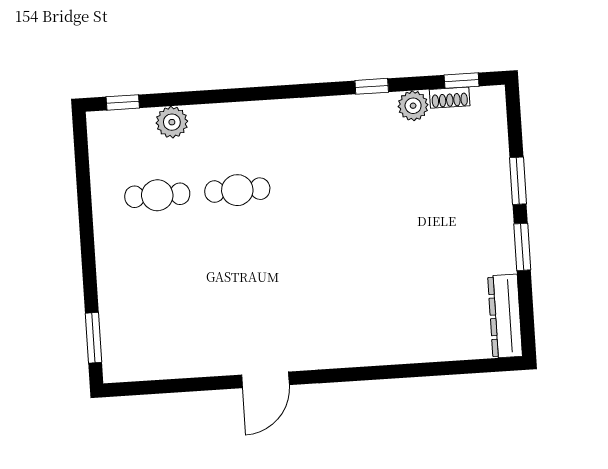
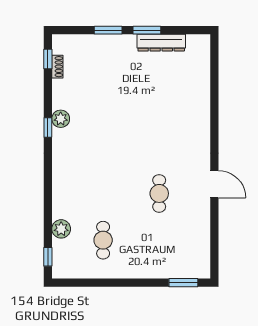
window: (372, 86) -> (48, 127), moved
plant: (413, 106) -> (61, 119), moved
cafe table: (237, 190) -> (159, 193), moved
dresser: (505, 316) -> (161, 43), moved

